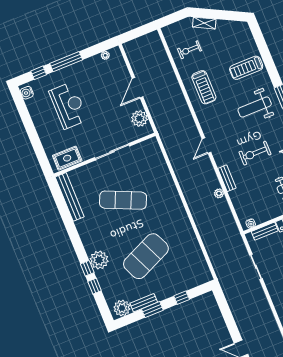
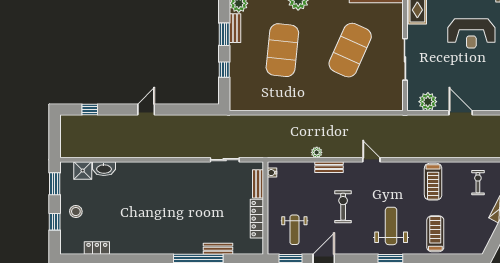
treadmill: (204, 87) -> (433, 182), turned -90
exercise mat: (123, 200) -> (350, 50), width x1.47
exercise mat: (146, 256) -> (282, 50), turned 30

